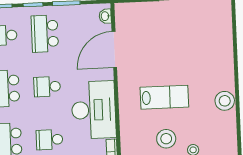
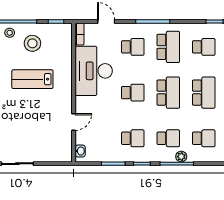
school desk: (45, 34) -> (133, 138), width x0.54
door: (114, 50) -> (74, 122), width x0.53

